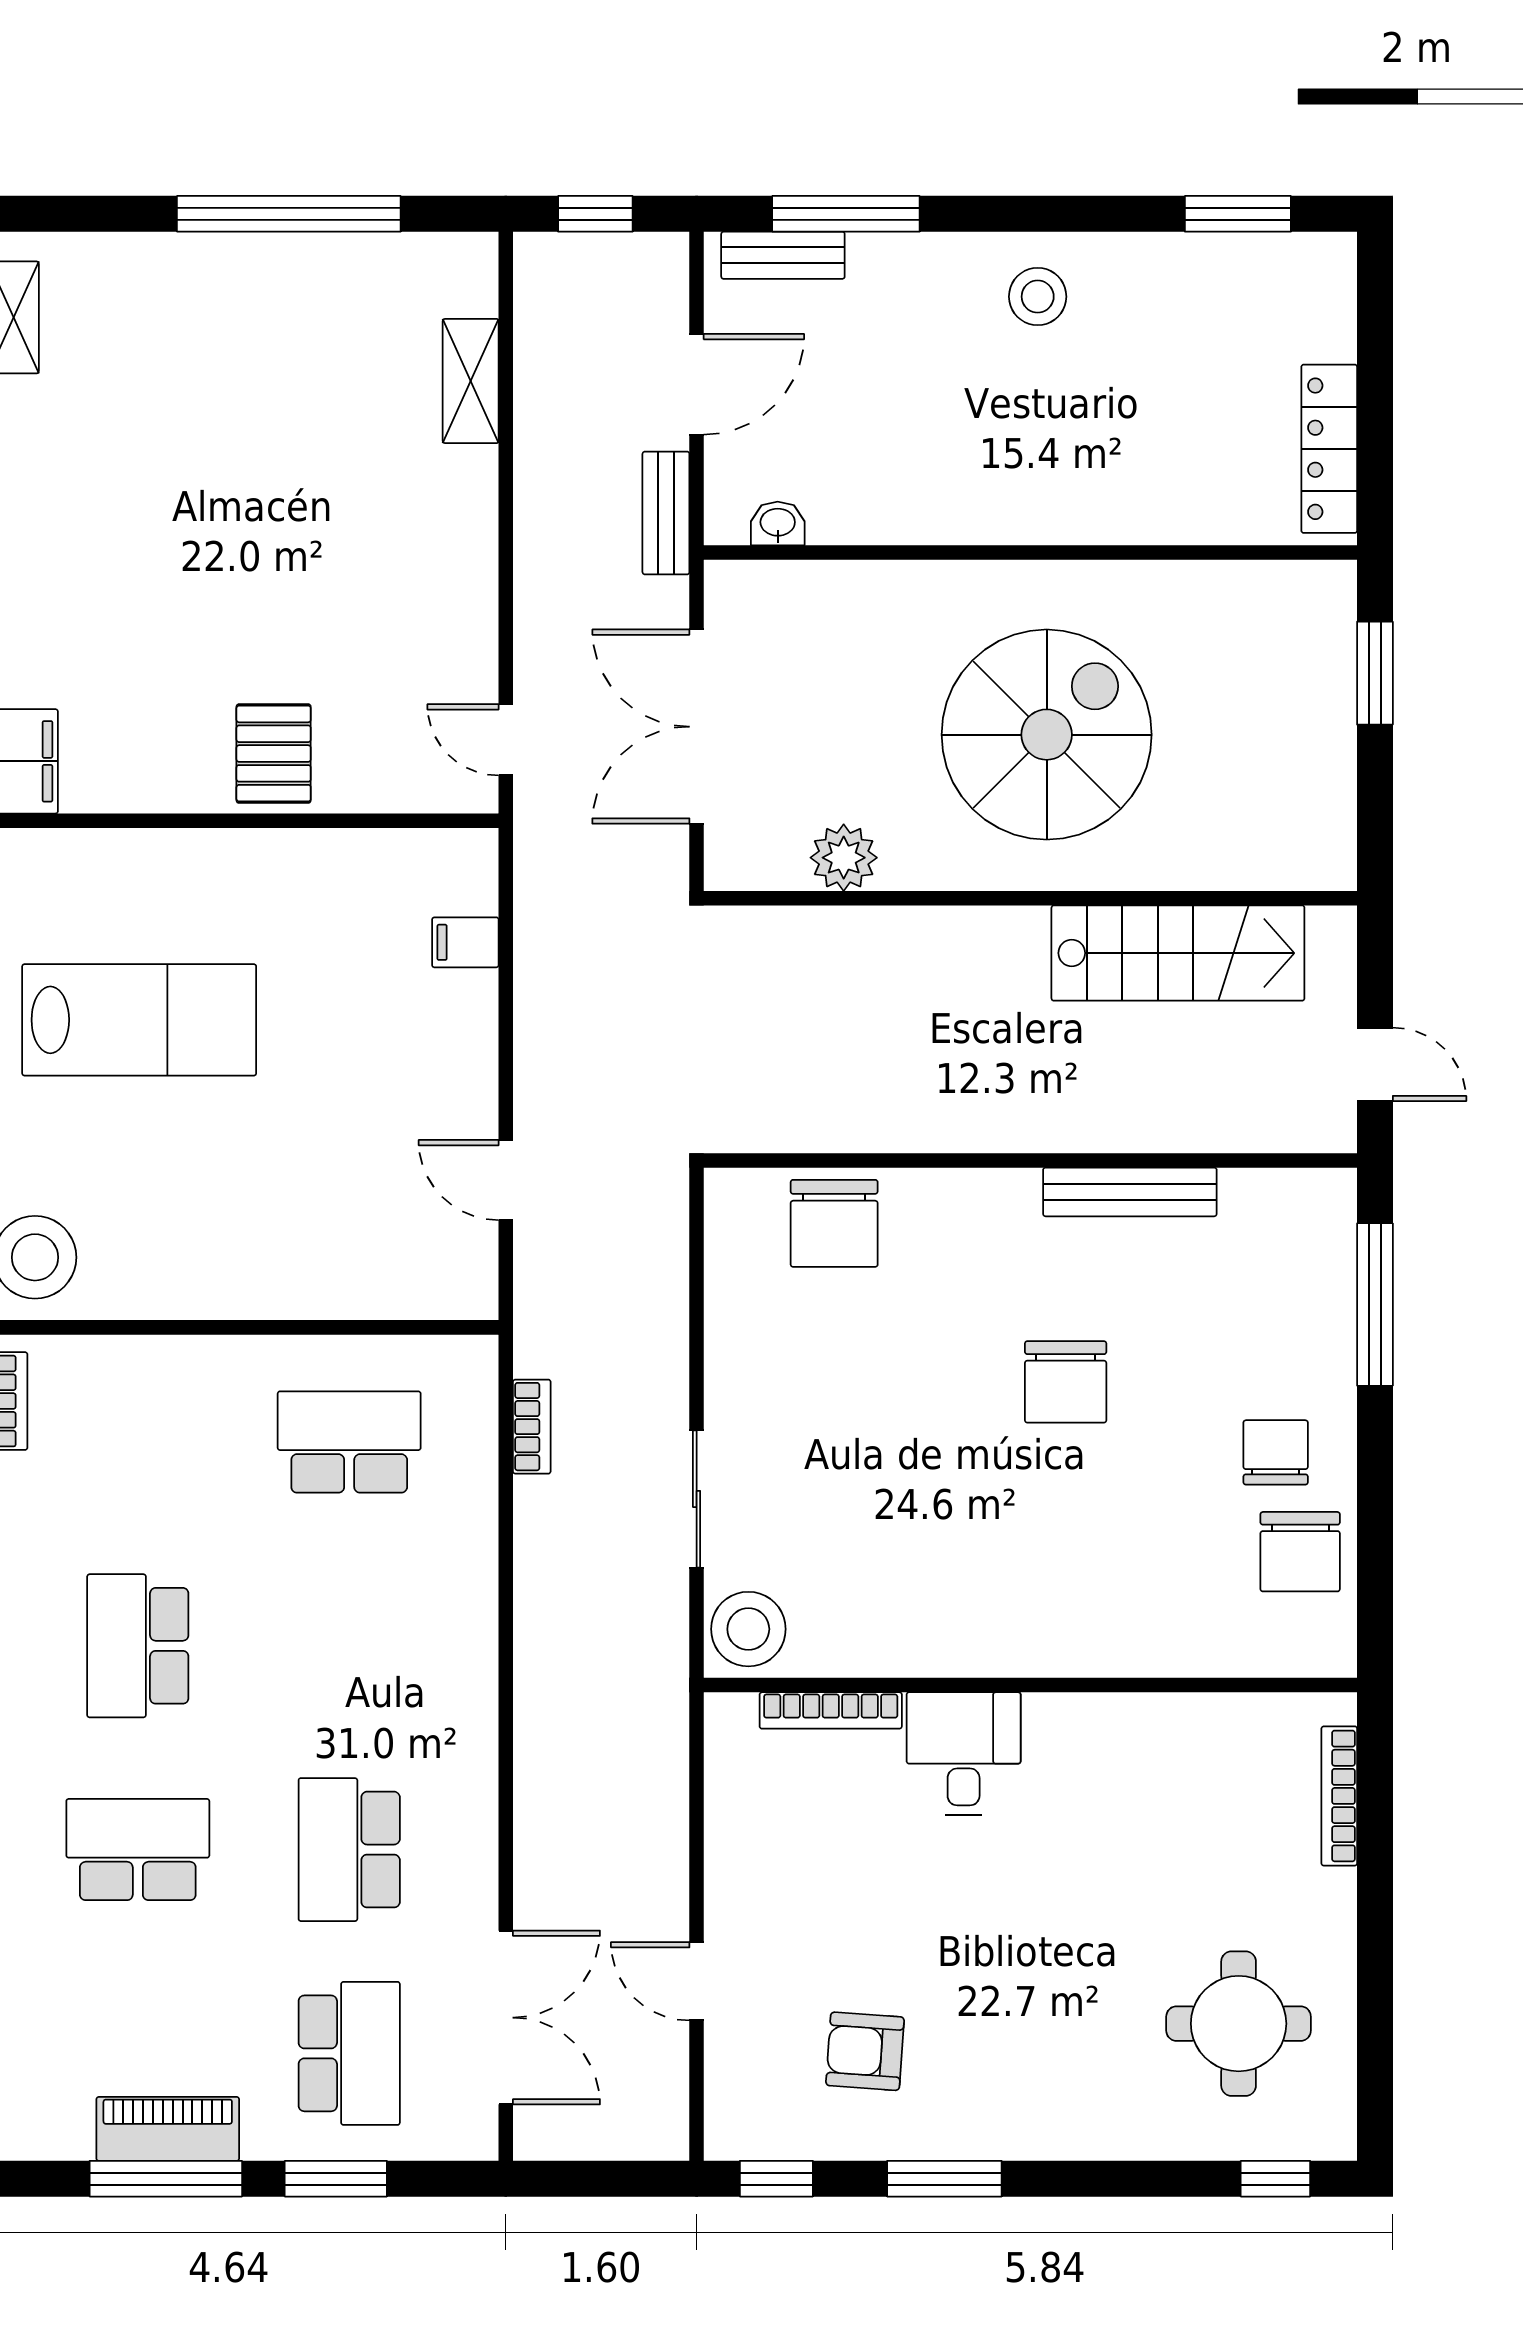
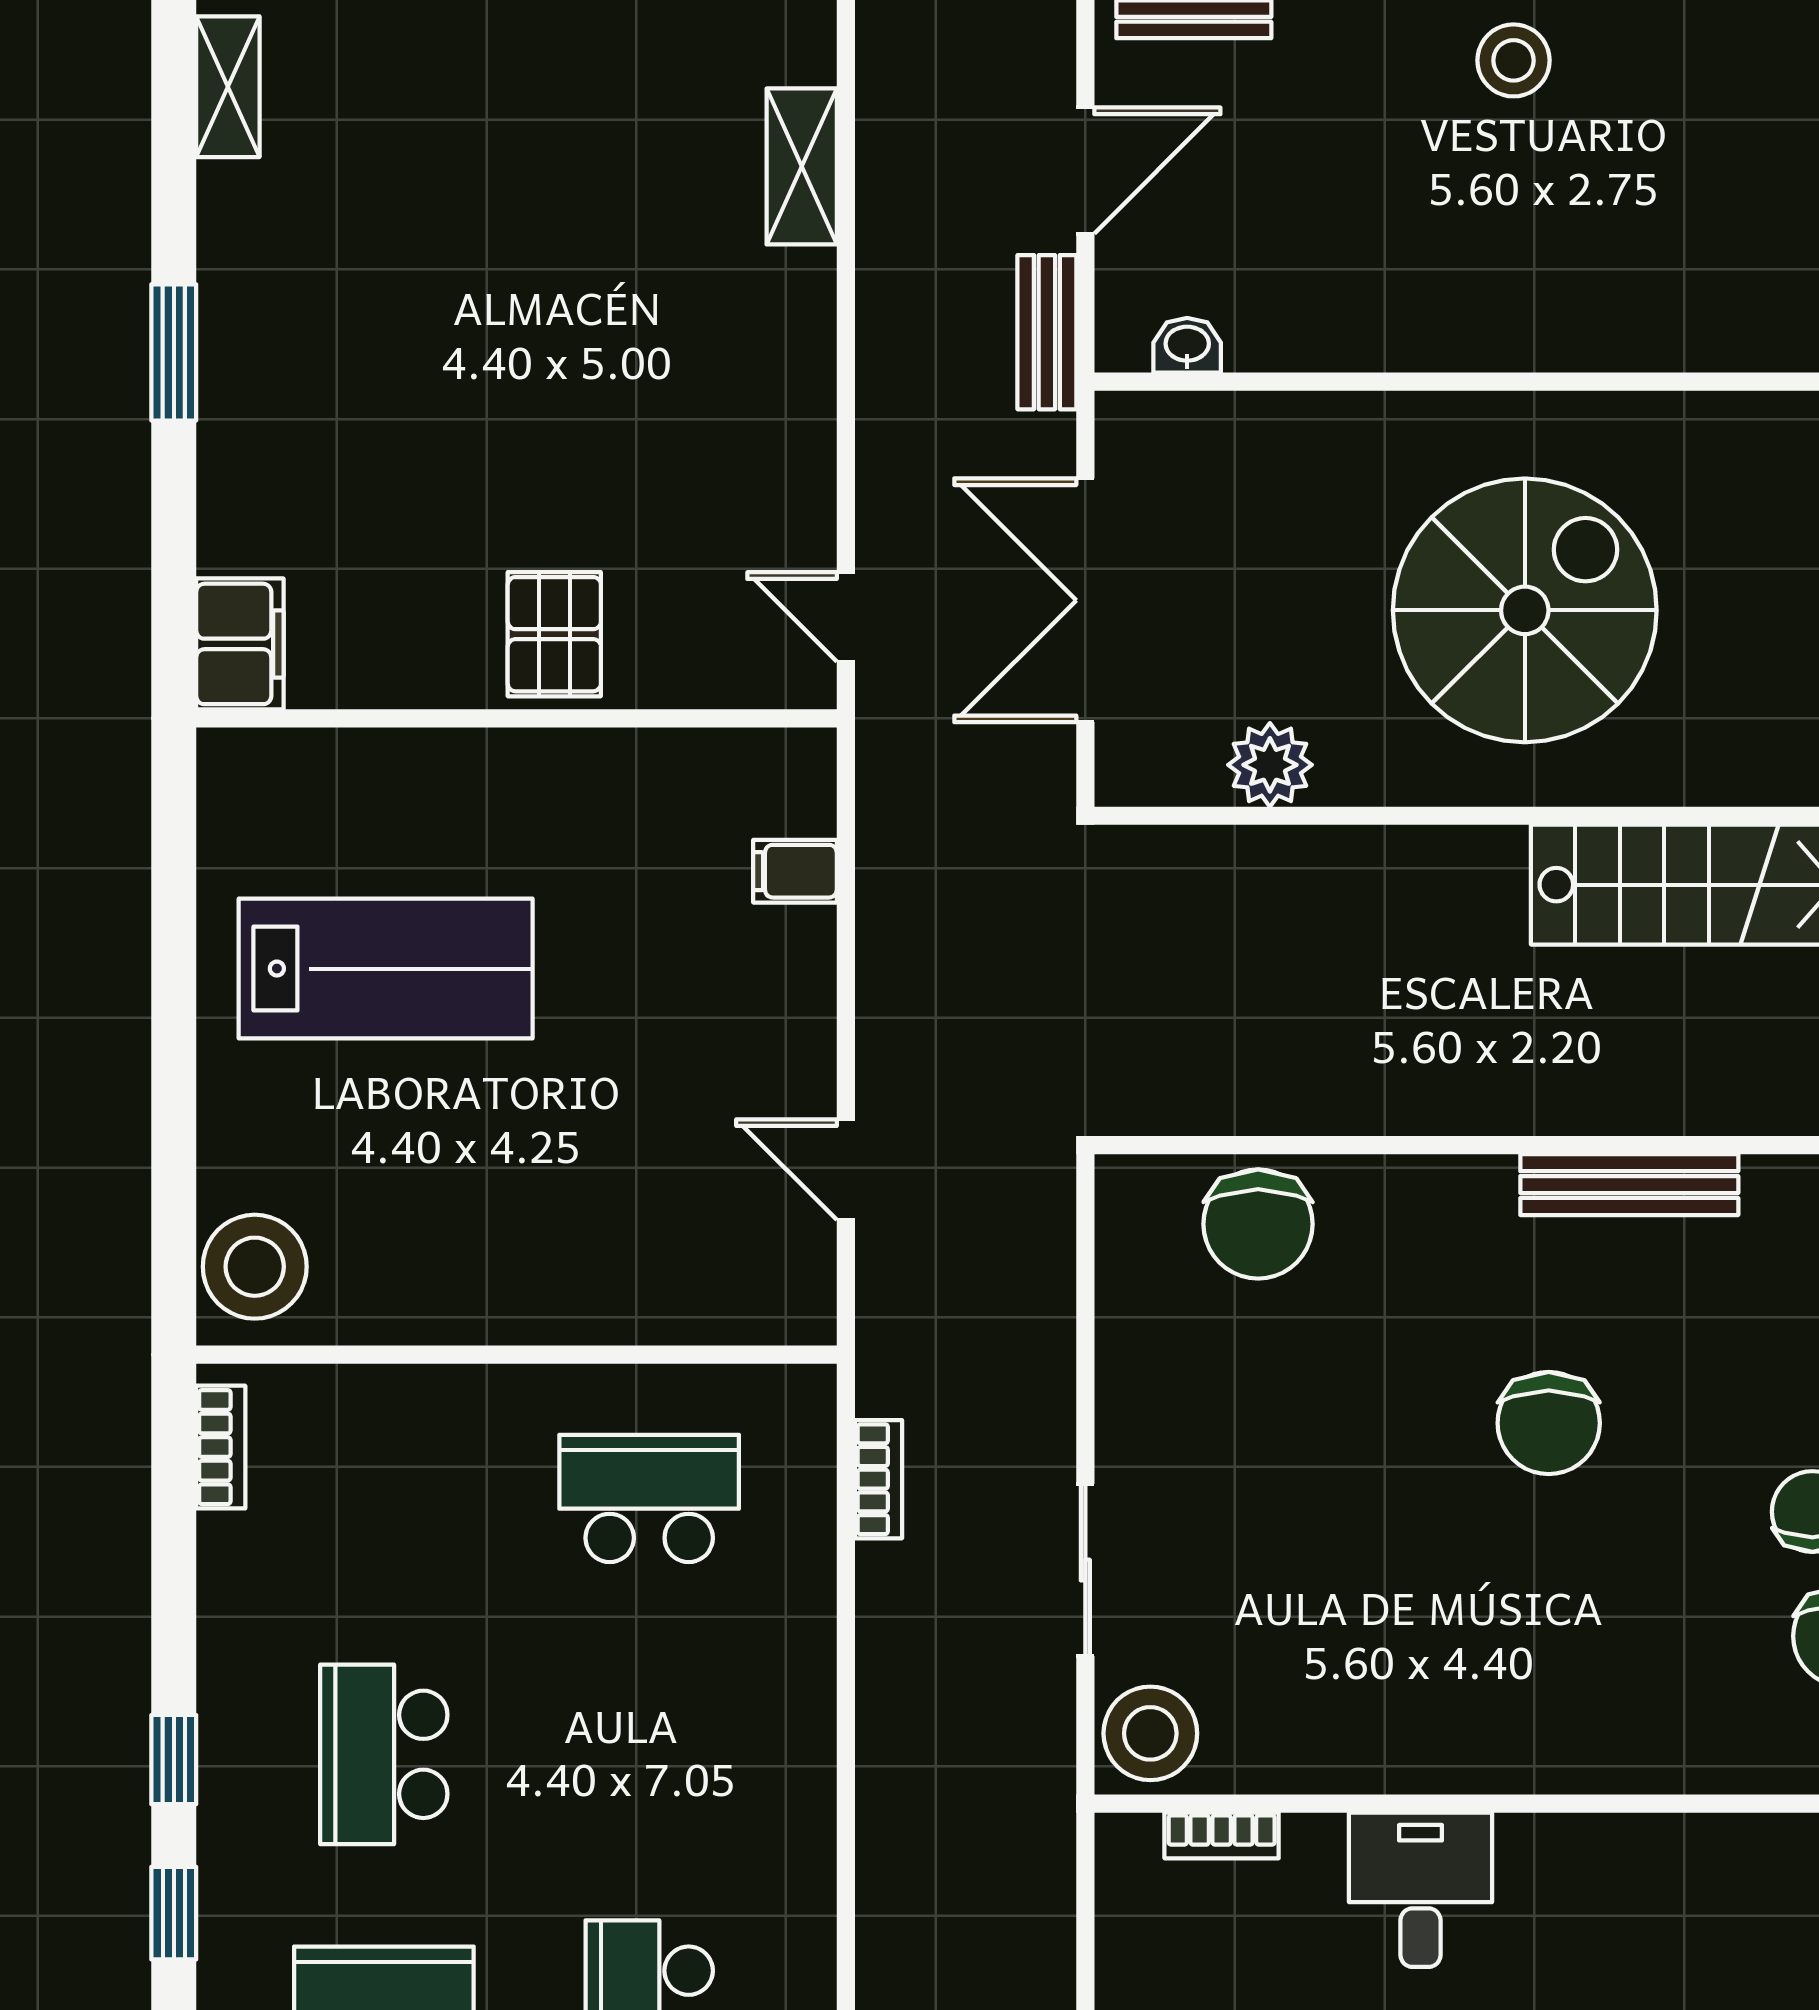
bookcase: (831, 1710) -> (1222, 1835), width x0.64

